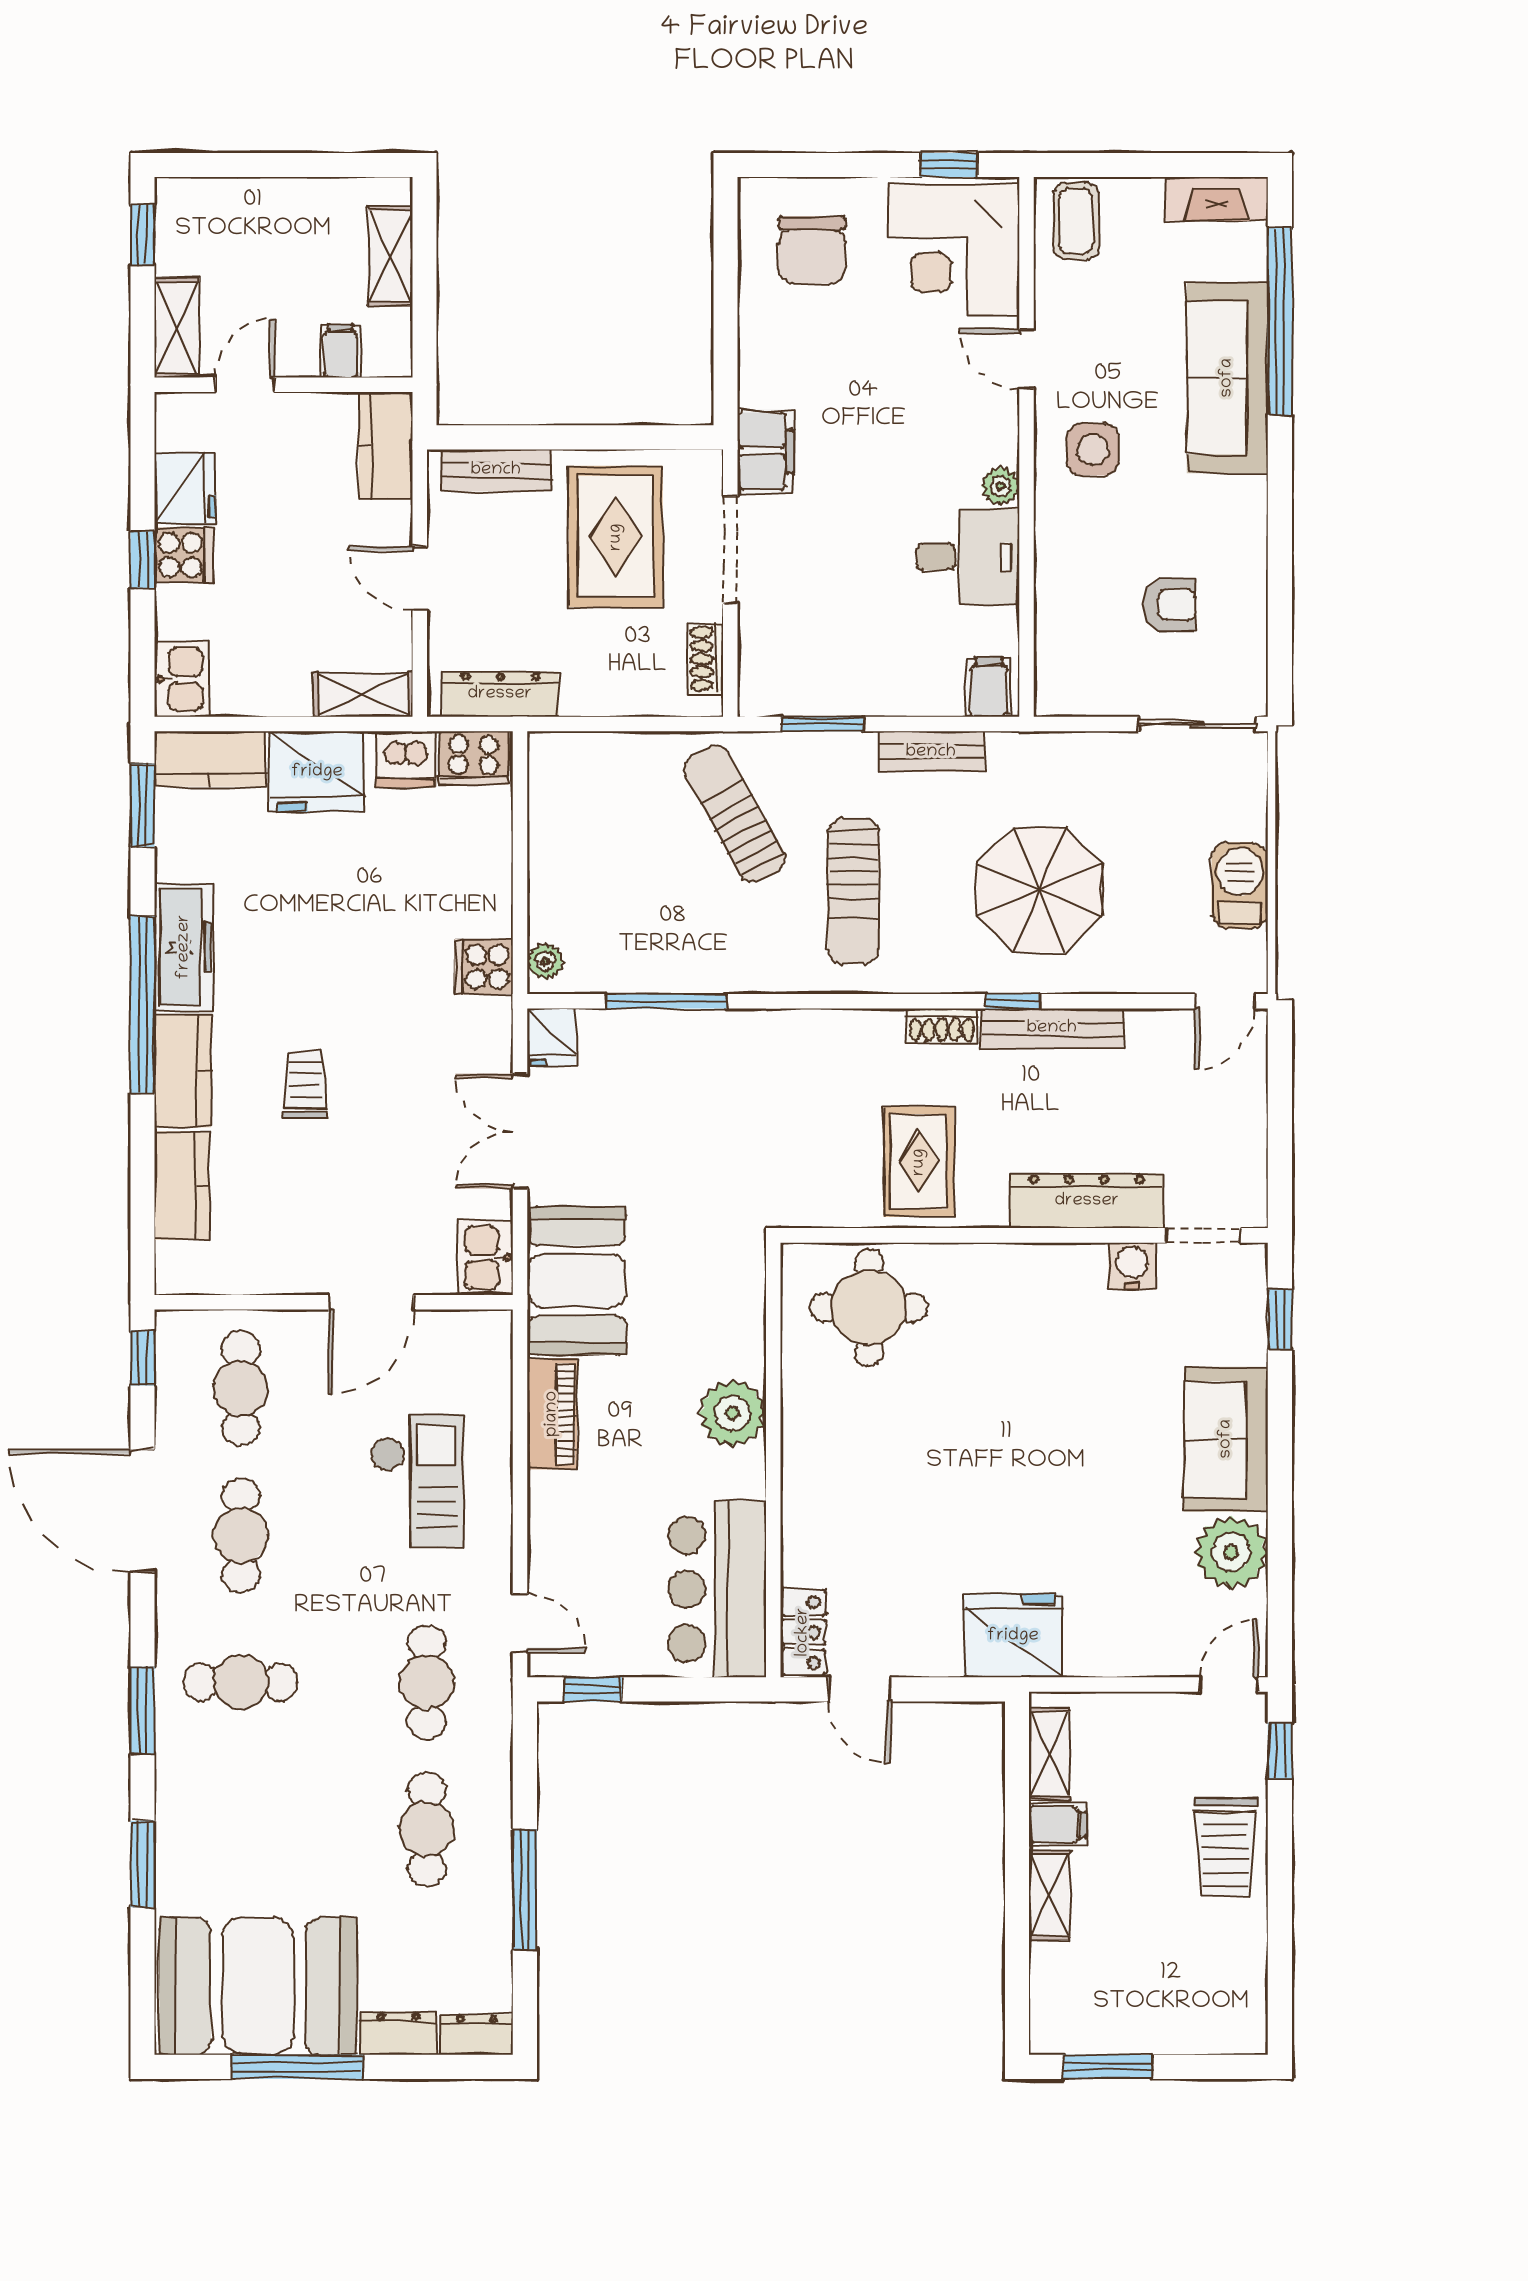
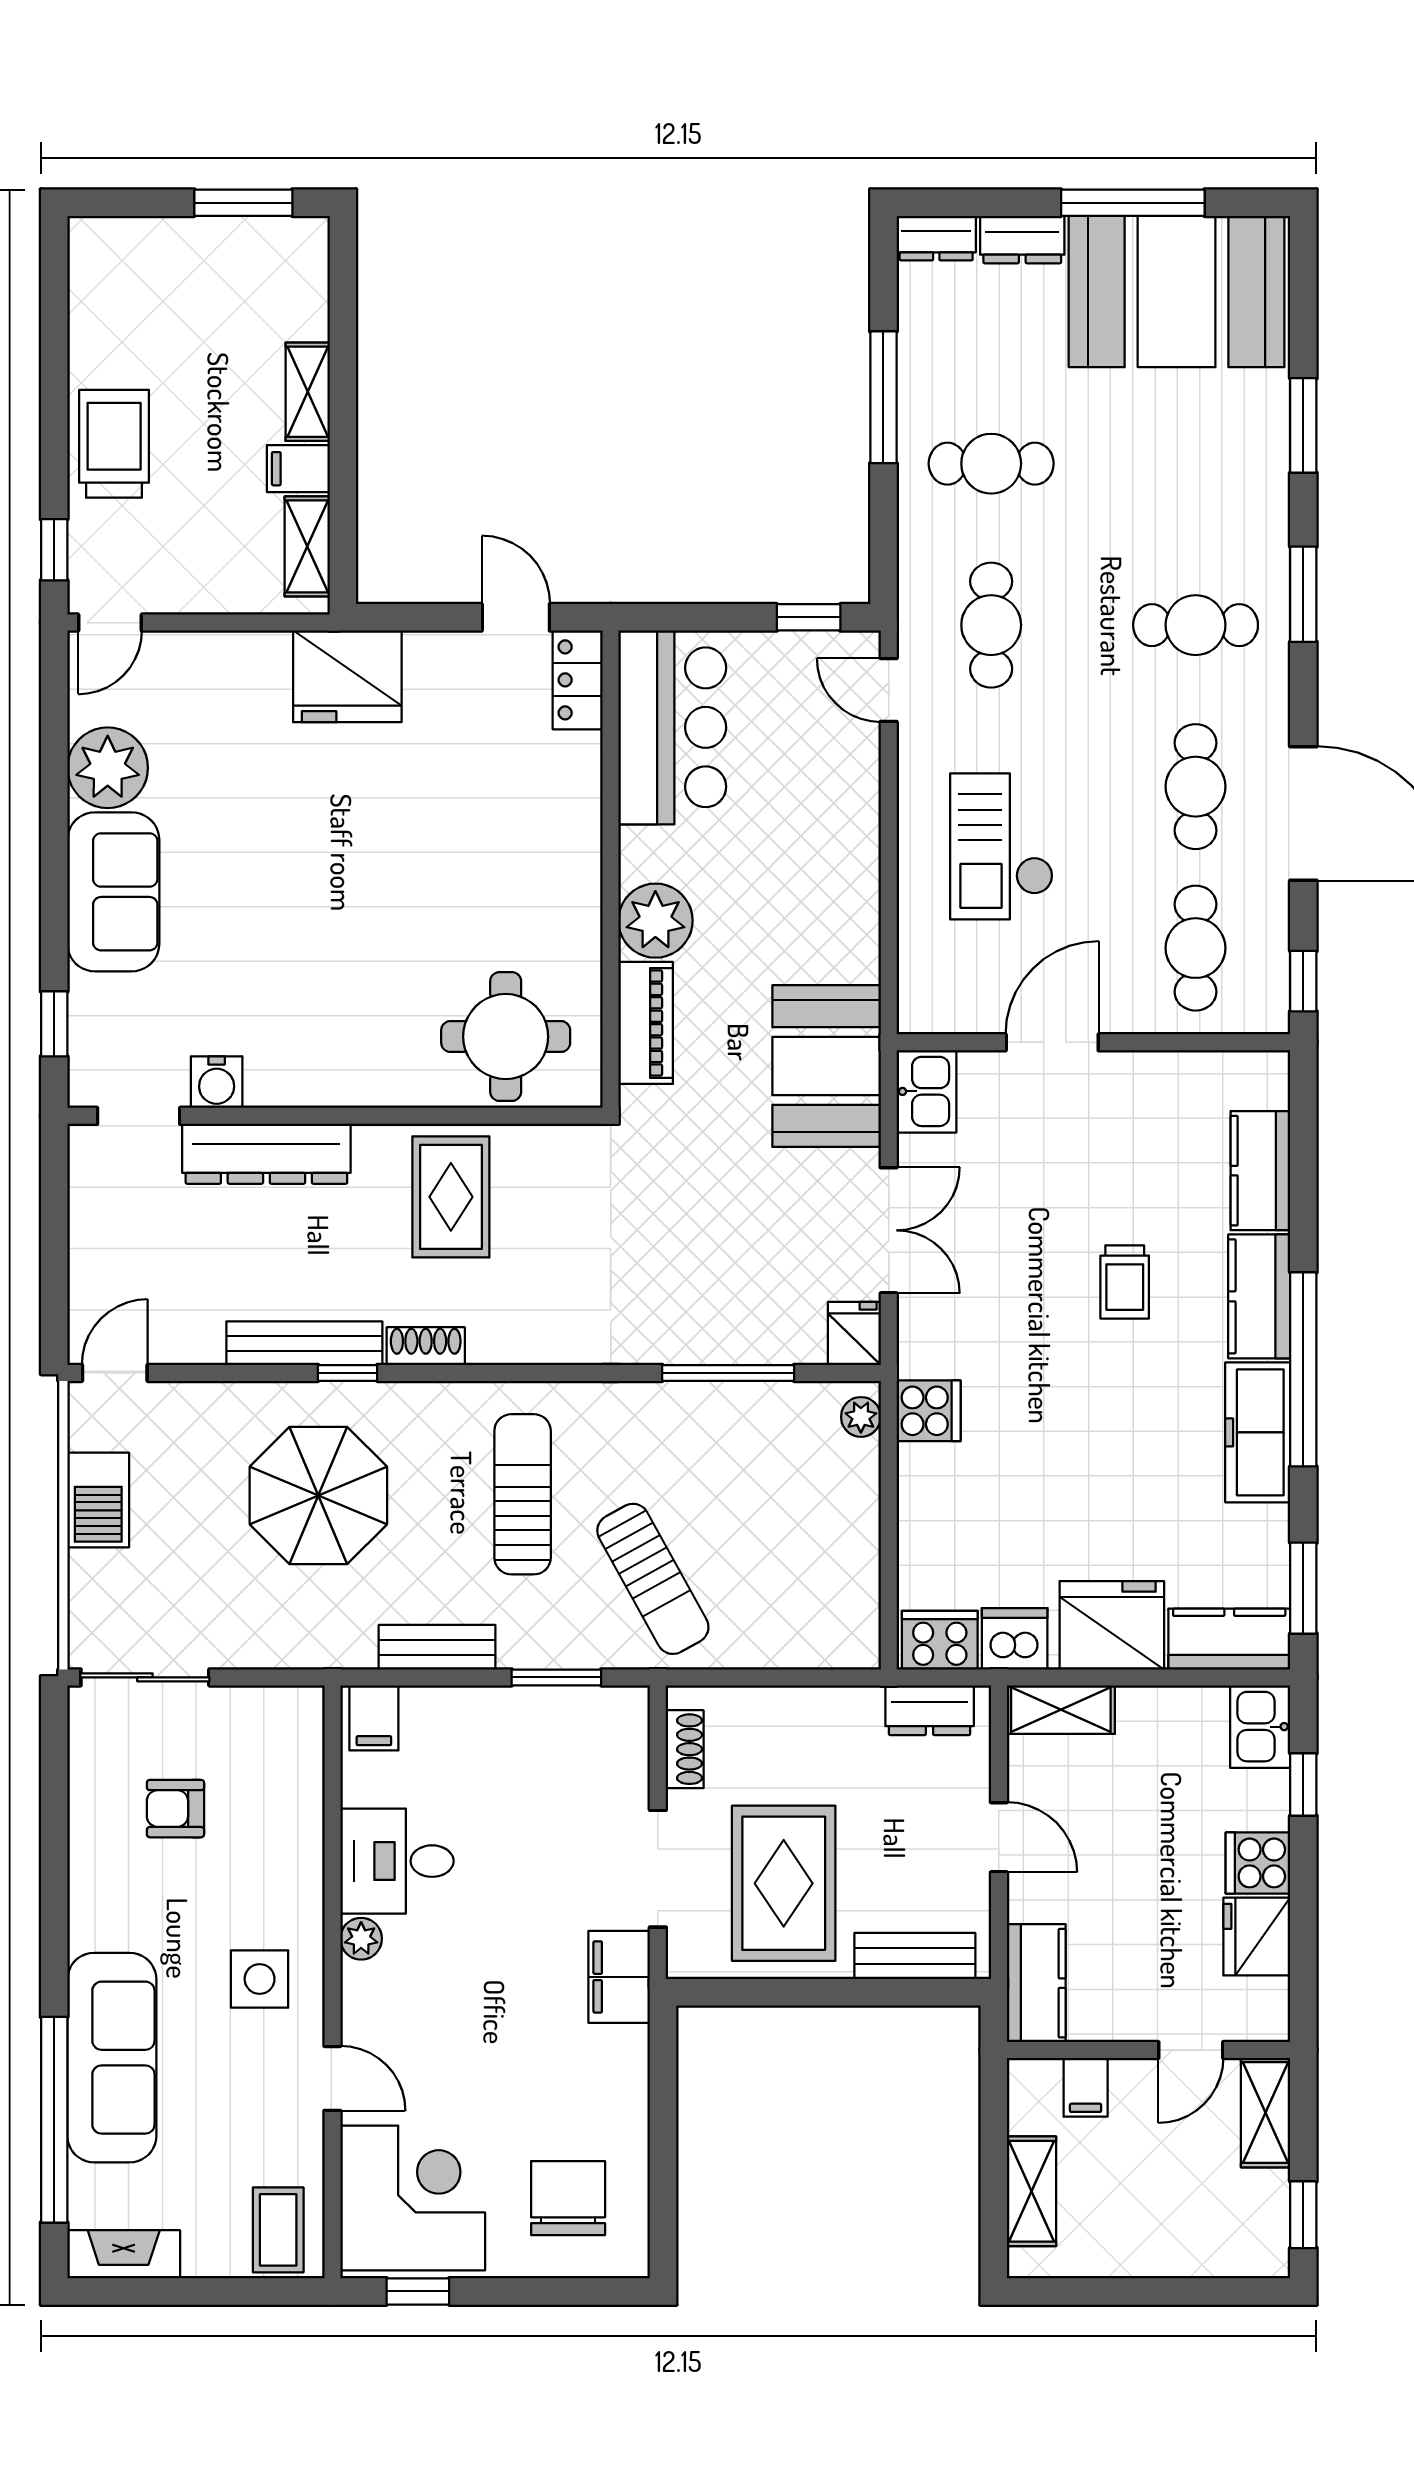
window: (143, 560) -> (1303, 1785), moved
dresser: (500, 694) -> (930, 1710), width x0.70
piano: (552, 1414) -> (646, 1023), moved, turned 180
cafe table: (427, 1829) -> (991, 464), turned 90

